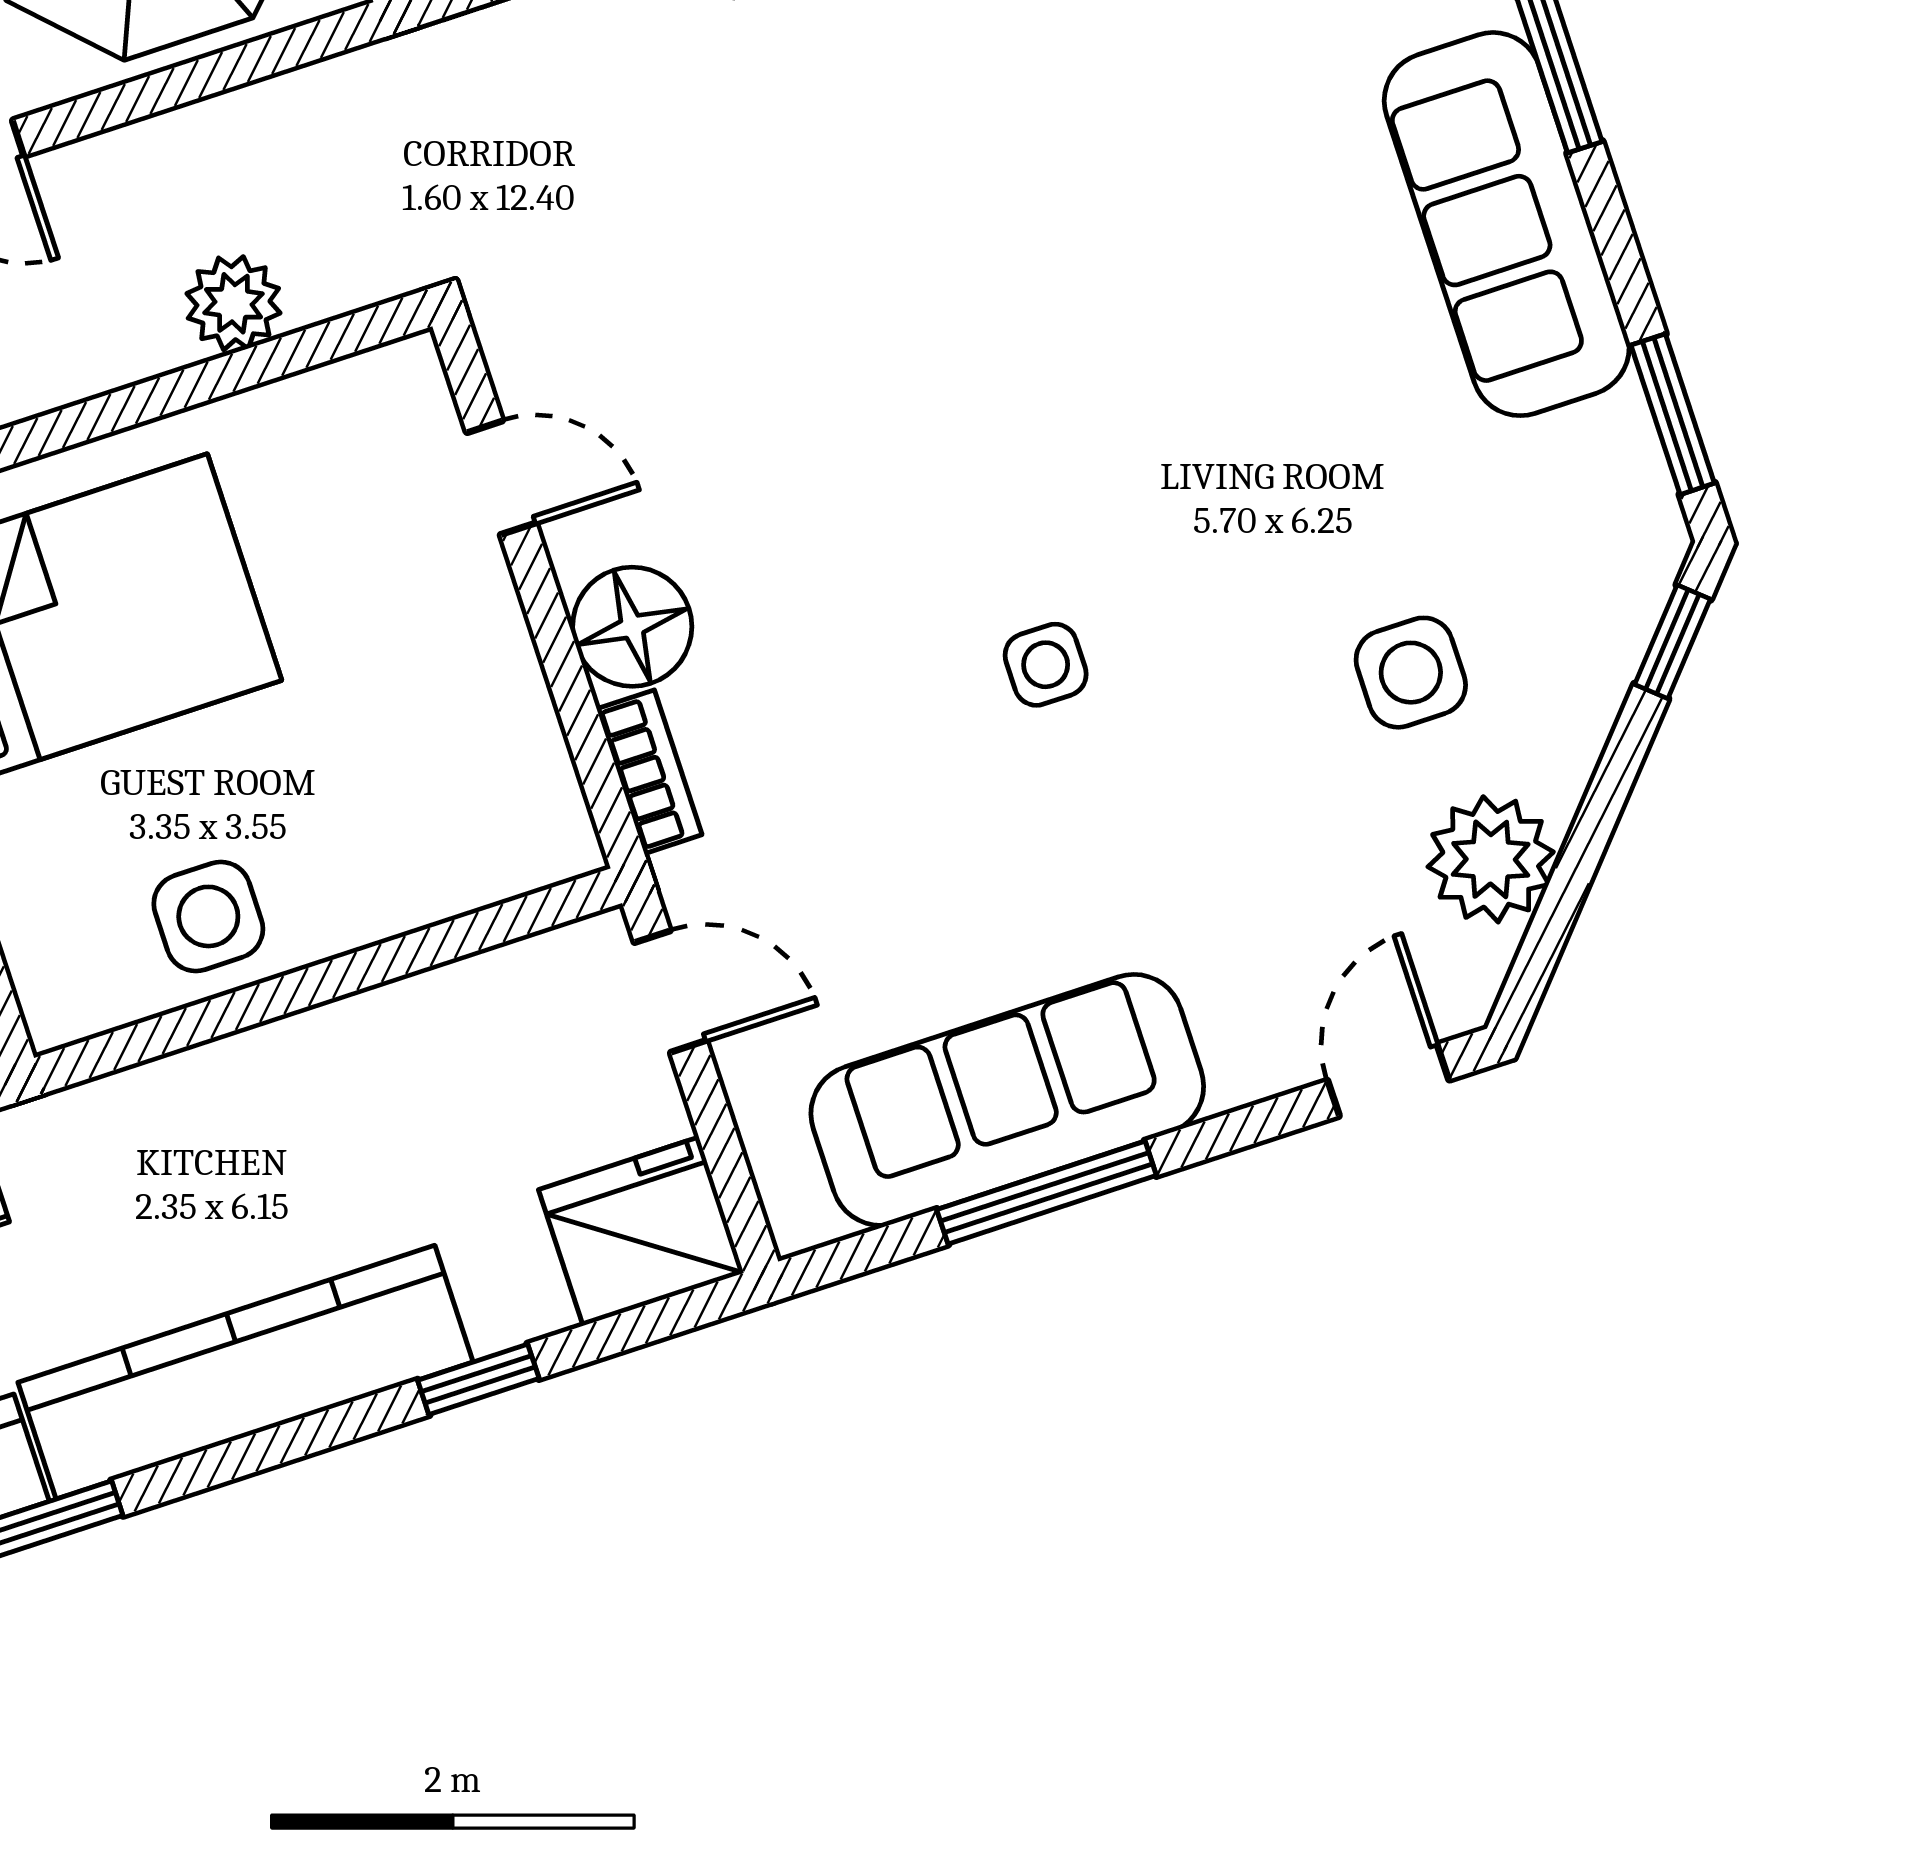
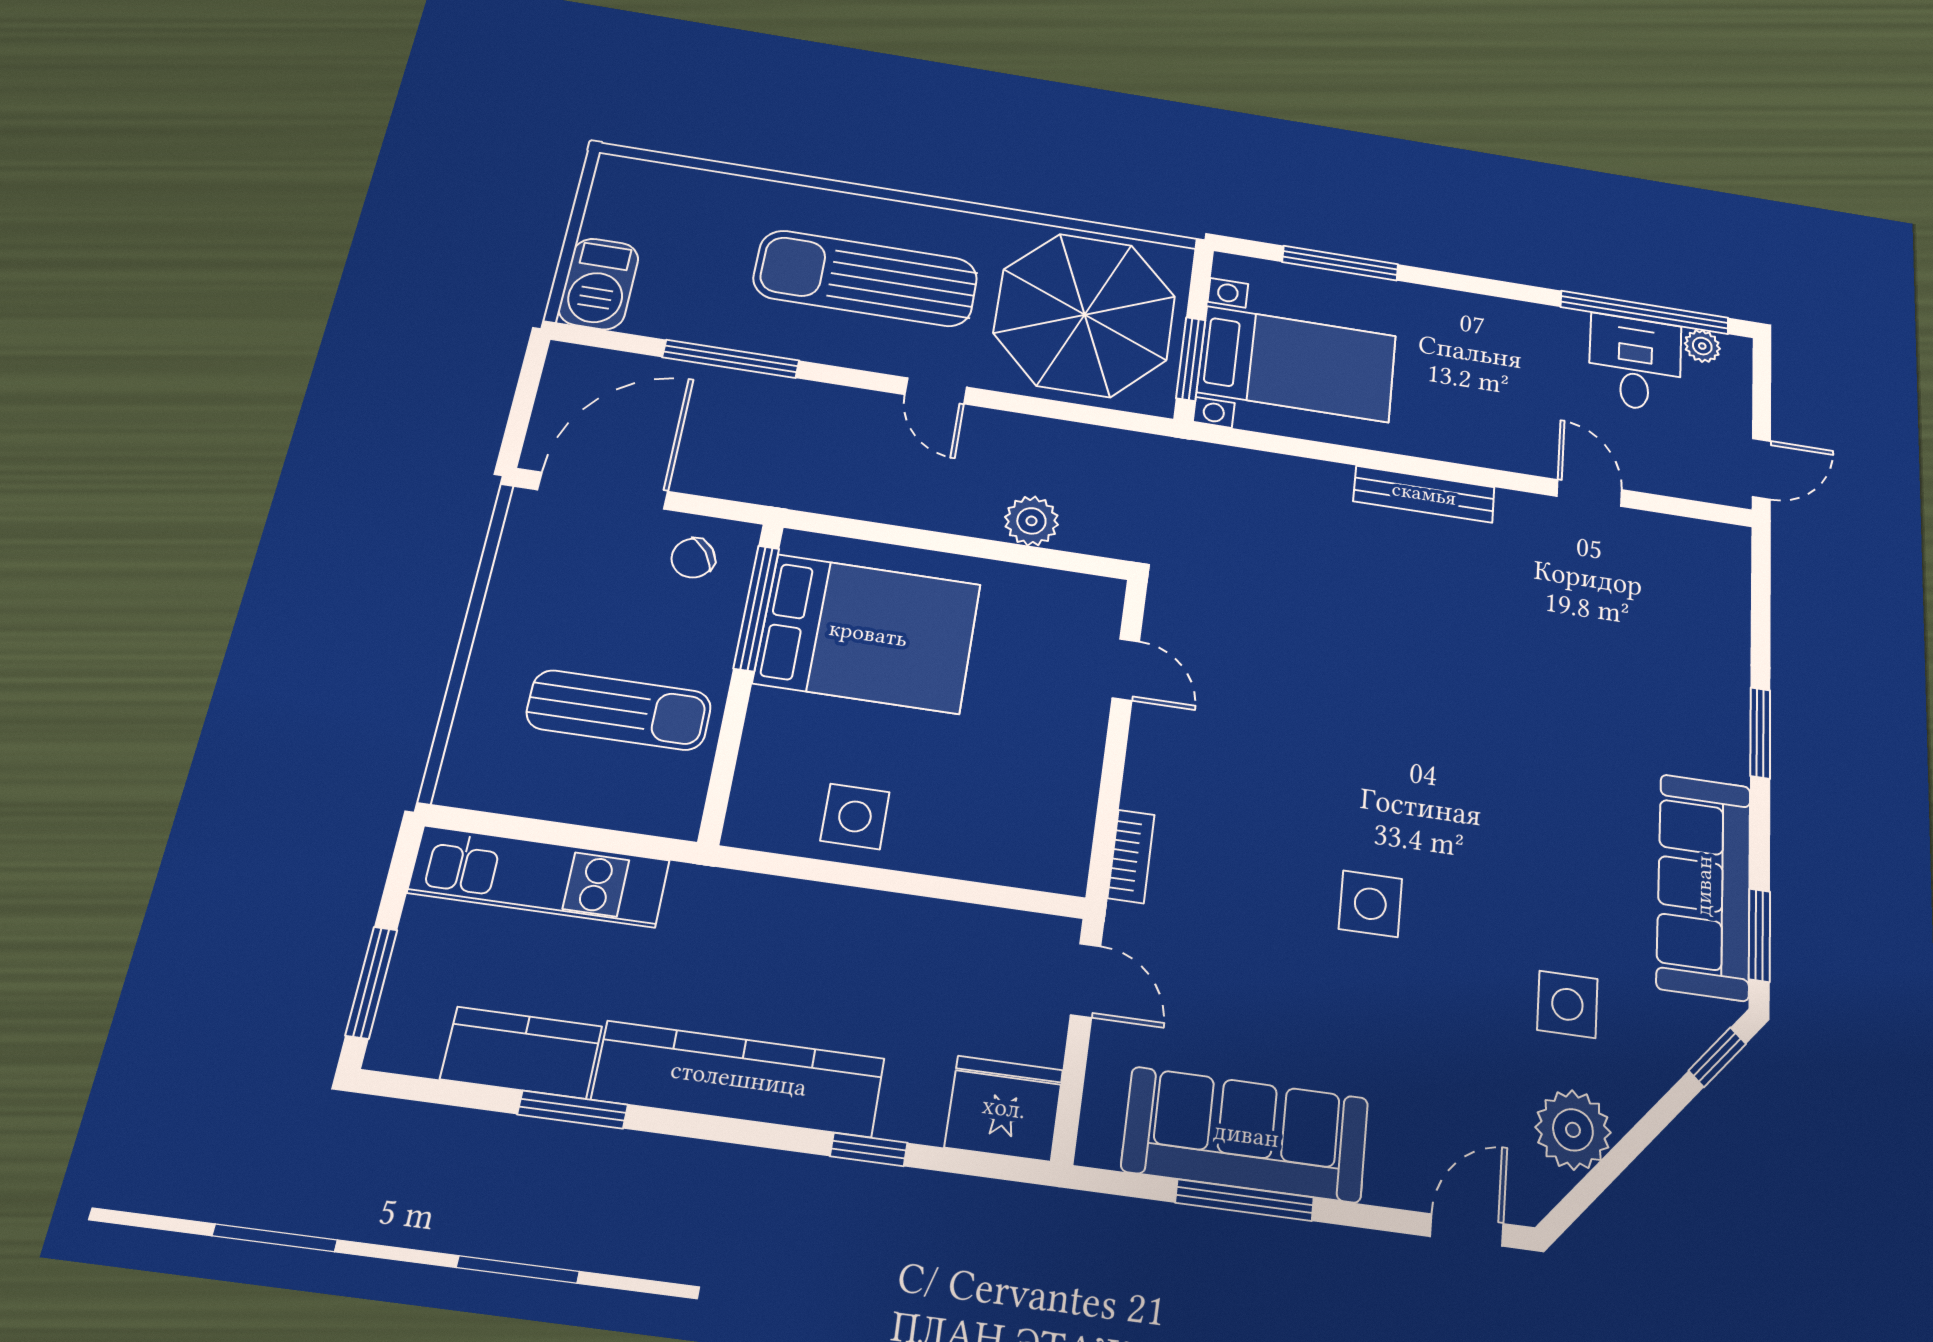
sofa: (1507, 224) -> (1704, 886), moved
floor lamp: (632, 627) -> (1158, 777), removed
side table: (1046, 665) -> (1370, 904), width x1.37, depth x1.37

